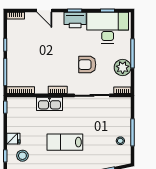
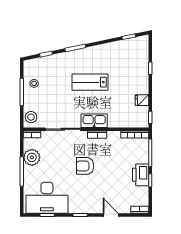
printer: (75, 20) -> (141, 175), moved, turned -90
armchair: (87, 65) -> (85, 166), moved, turned 180
kitchen sink: (49, 104) -> (94, 121), moved
fridge: (13, 139) -> (142, 100), moved
lab bench: (65, 142) -> (90, 82), turned 180
stool: (22, 156) -> (31, 117), moved

